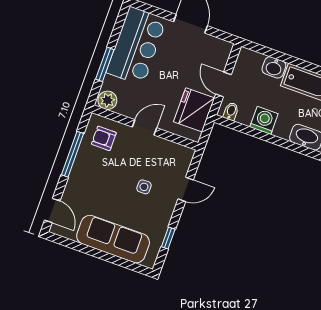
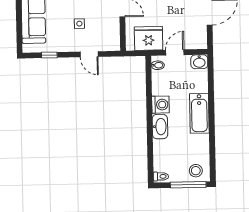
washbasin: (274, 67) -> (199, 62), moved, turned -90
washing machine: (264, 120) -> (160, 105), moved

